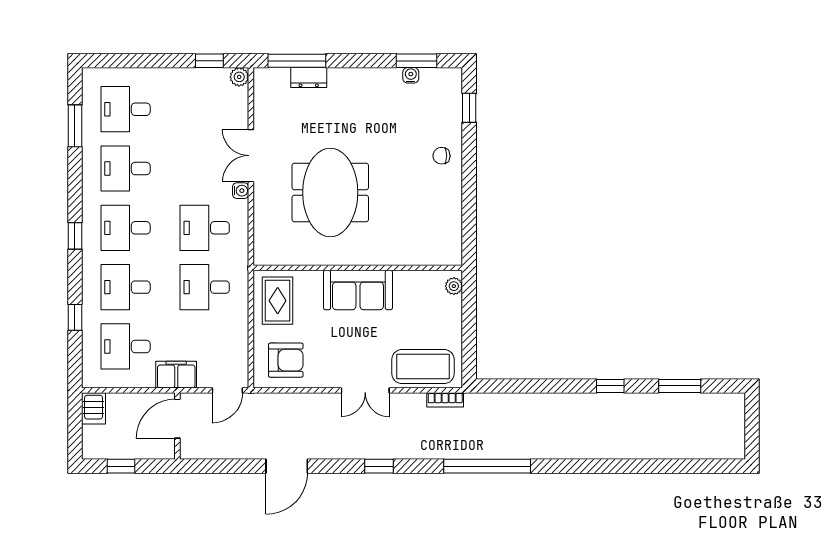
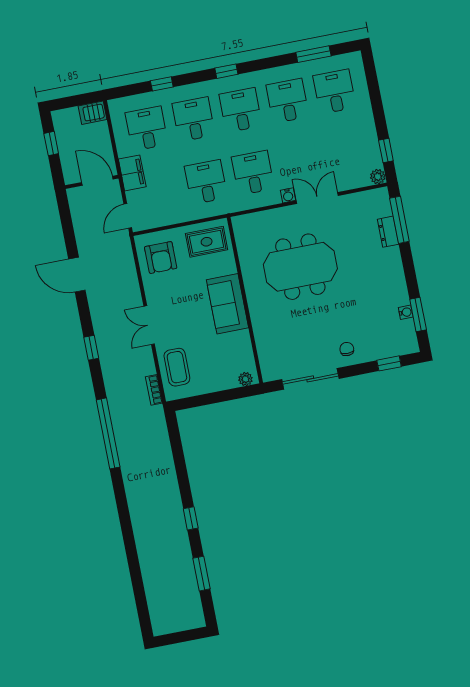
sliding door: (469, 207) -> (310, 379), added
coffee table: (423, 367) -> (177, 367), width x0.73, depth x0.76
door: (227, 390) -> (128, 216), hinge flipped

